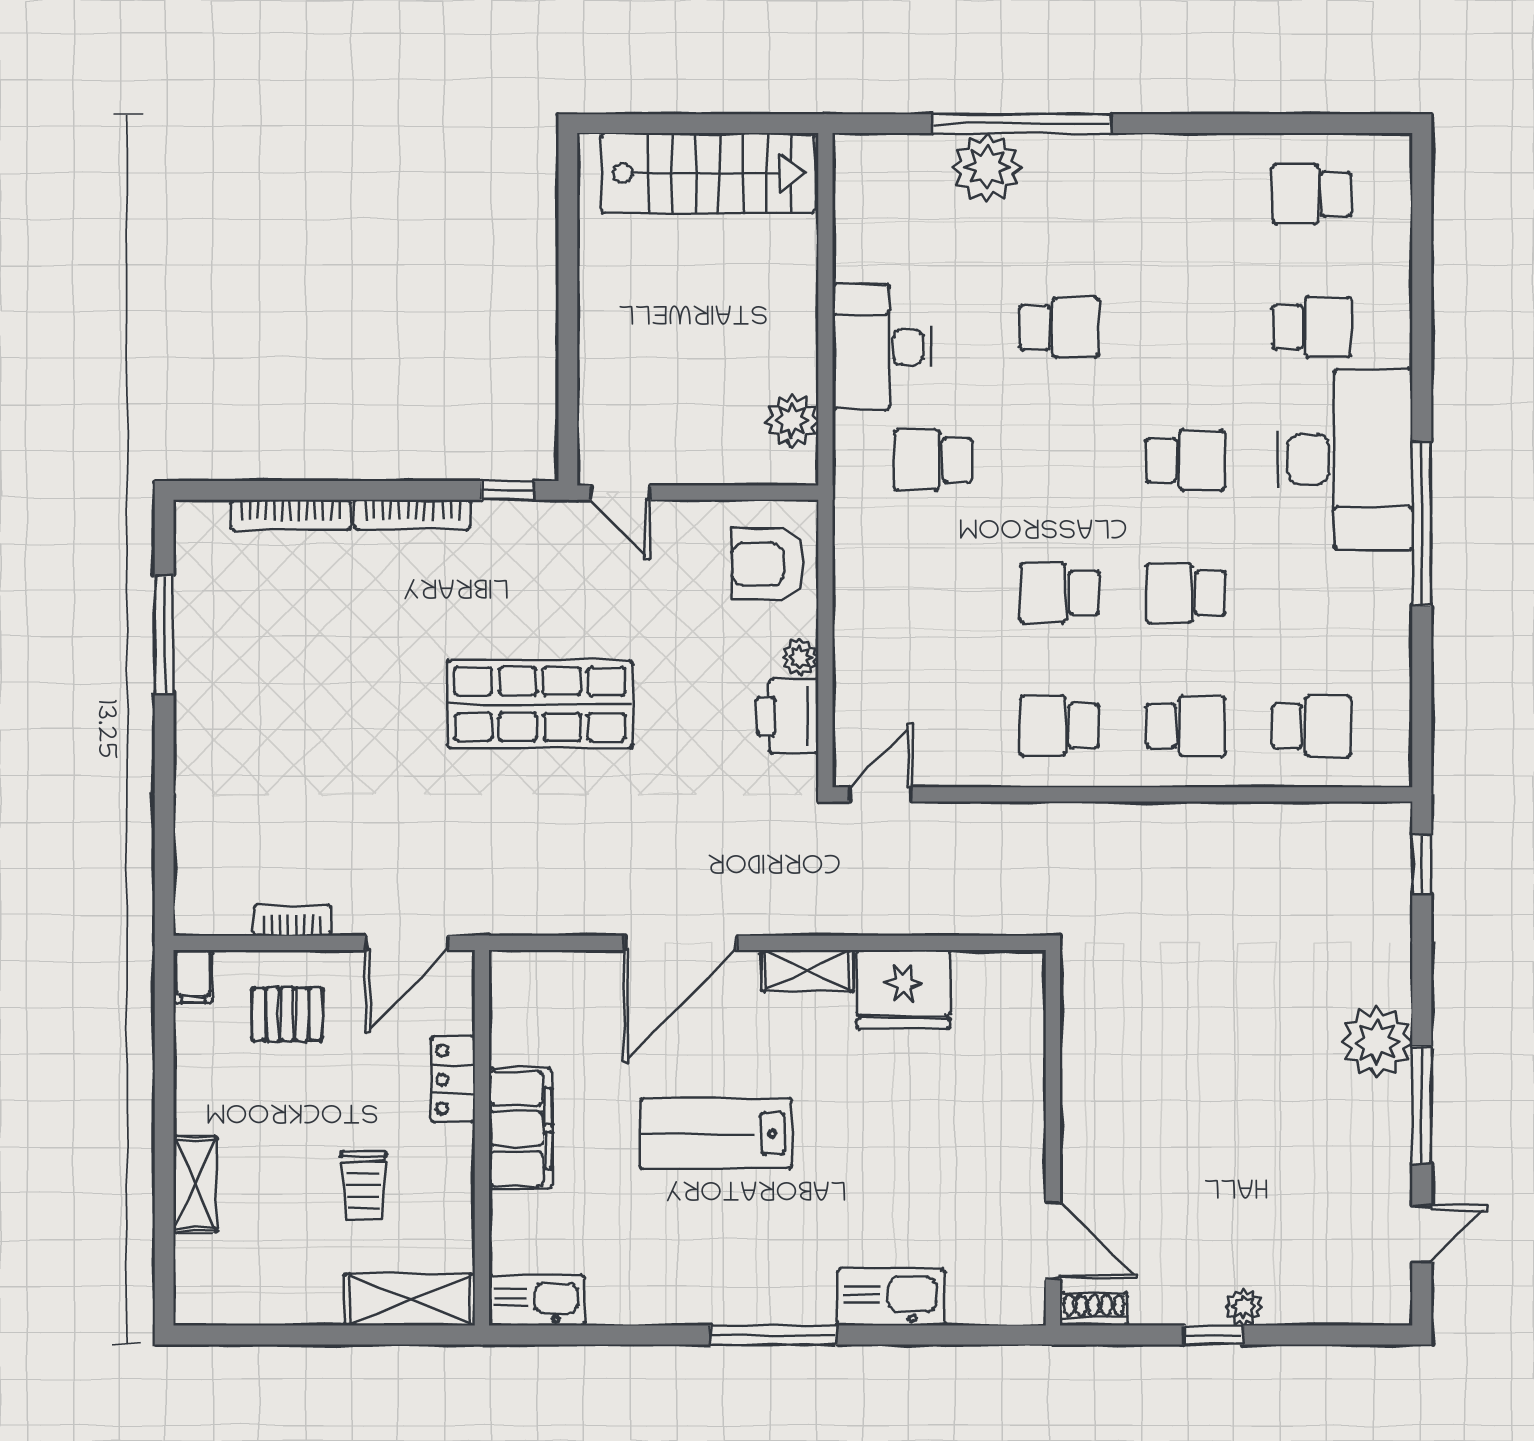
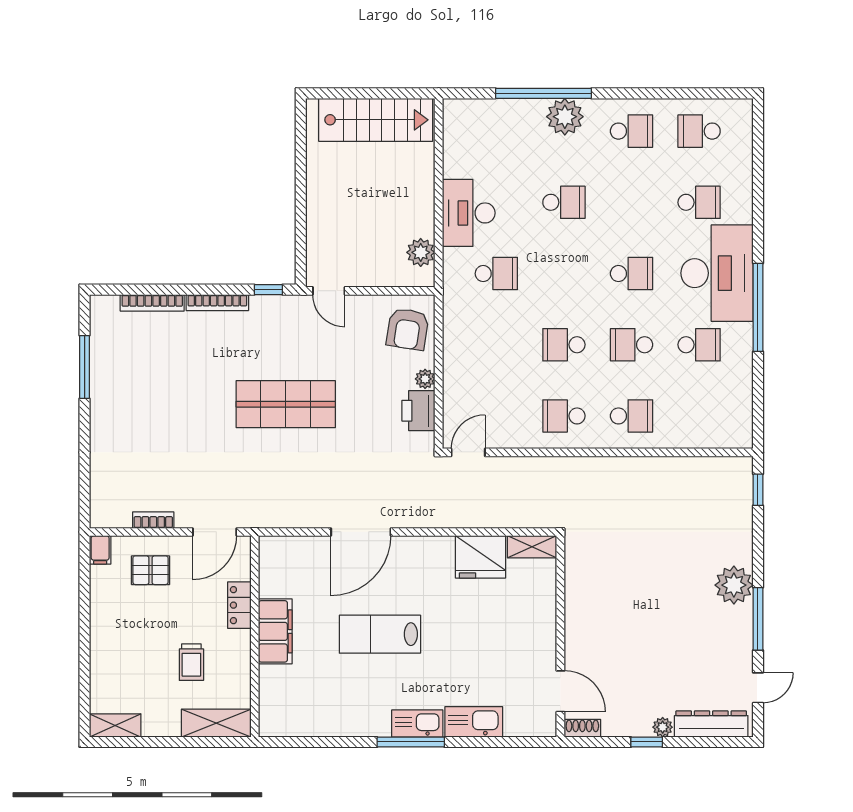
plant: (987, 167) -> (565, 117), moved
school desk: (1186, 194) -> (632, 131), added
school desk: (933, 460) -> (496, 274), turned 180
armchair: (767, 564) -> (408, 329), turned -81
school desk: (1312, 726) -> (699, 345), moved
shelving: (807, 970) -> (532, 547), moved
shelving: (195, 1184) -> (115, 725), moved, turned 90
kitchen sink: (537, 1300) -> (417, 724), moved
dresser: (1334, 1301) -> (711, 724), added

